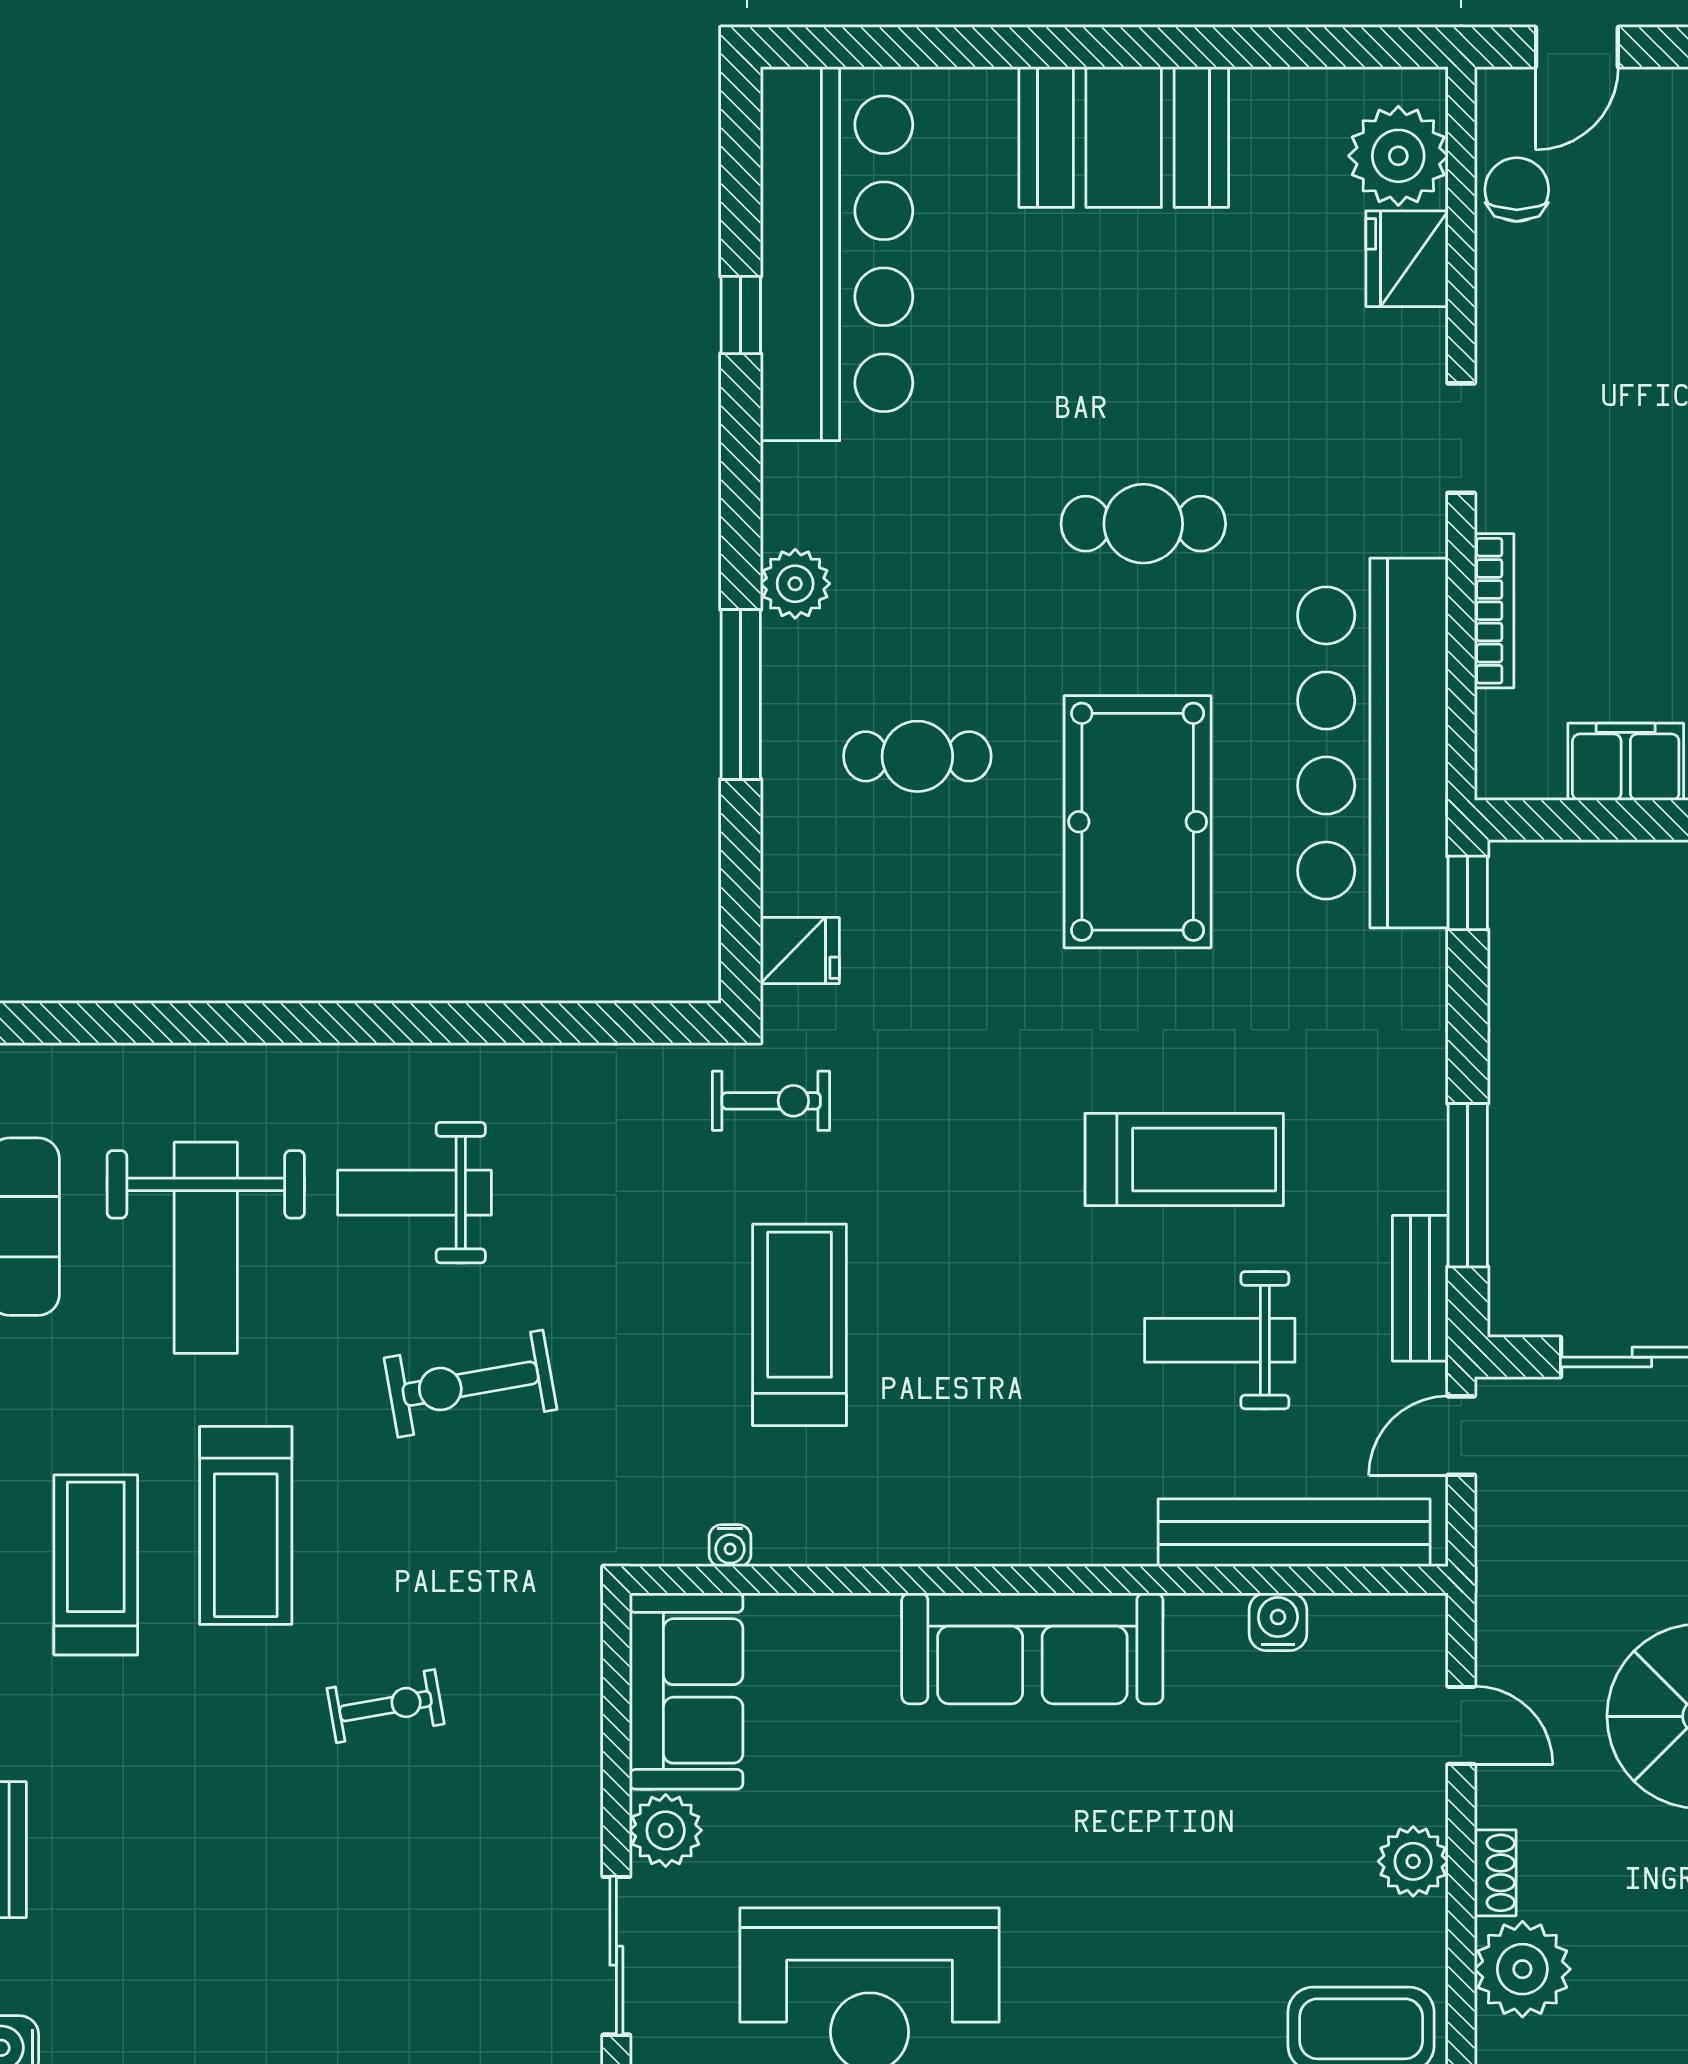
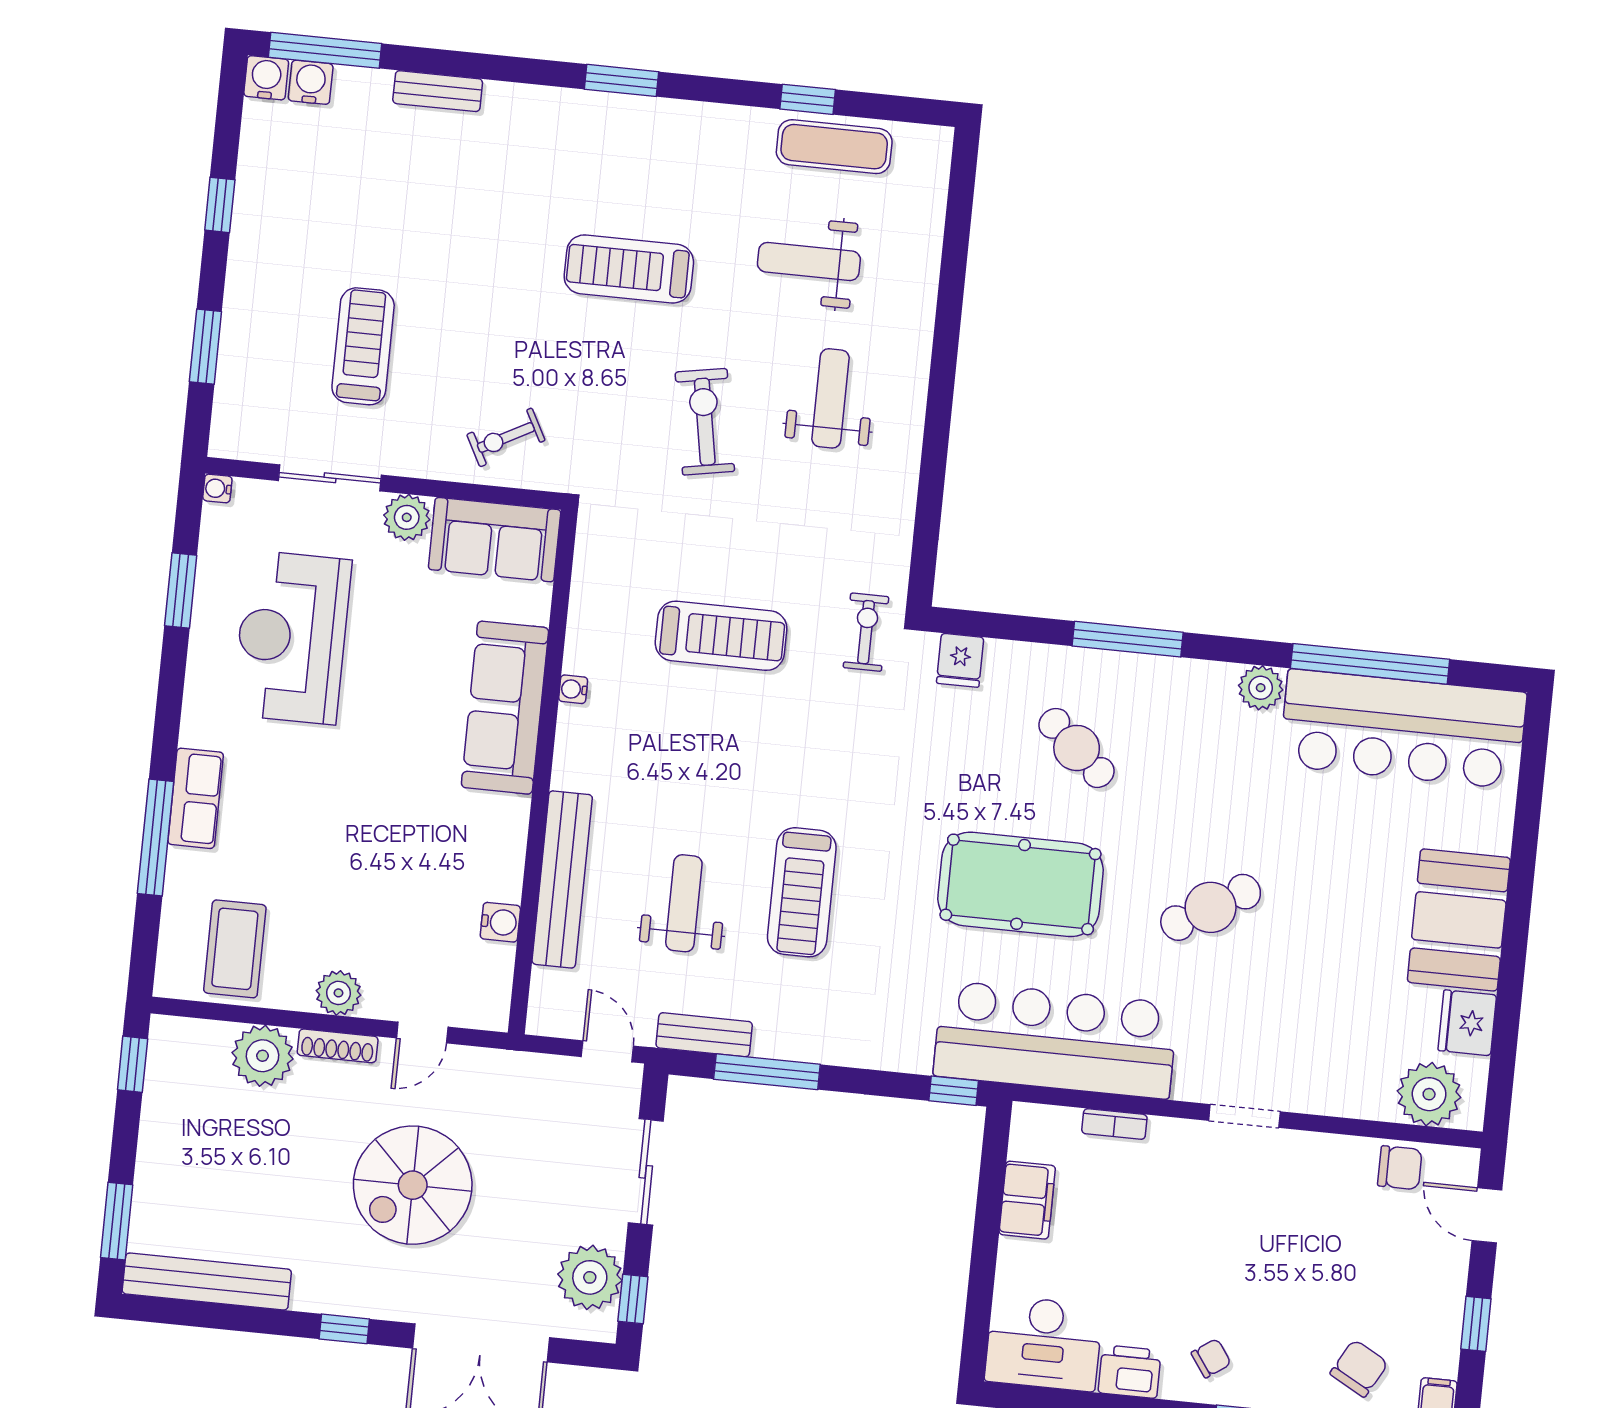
fridge: (1407, 259) -> (1467, 1023), moved, turned -90
window: (741, 315) -> (1370, 664), width x3.17
cafe table: (1143, 524) -> (1211, 907), turned 59
plant: (795, 584) -> (1261, 688), moved
bookcase: (1494, 611) -> (1114, 1124), width x0.64
cafe table: (917, 756) -> (1077, 748), turned -48
exercise bike: (771, 1101) -> (866, 632), turned 180
weight bench: (206, 1248) -> (809, 261), width x0.73, depth x0.75
bench: (1294, 1533) -> (562, 879), moved
water cooler: (730, 1546) -> (573, 689), moved
treadmill: (96, 1565) -> (363, 346), moved, turned -90
sofa: (1032, 1648) -> (505, 708), moved
exercise bike: (386, 1706) -> (506, 437), moved, turned 72
shoe rack: (1495, 1873) -> (338, 1046), width x1.43

